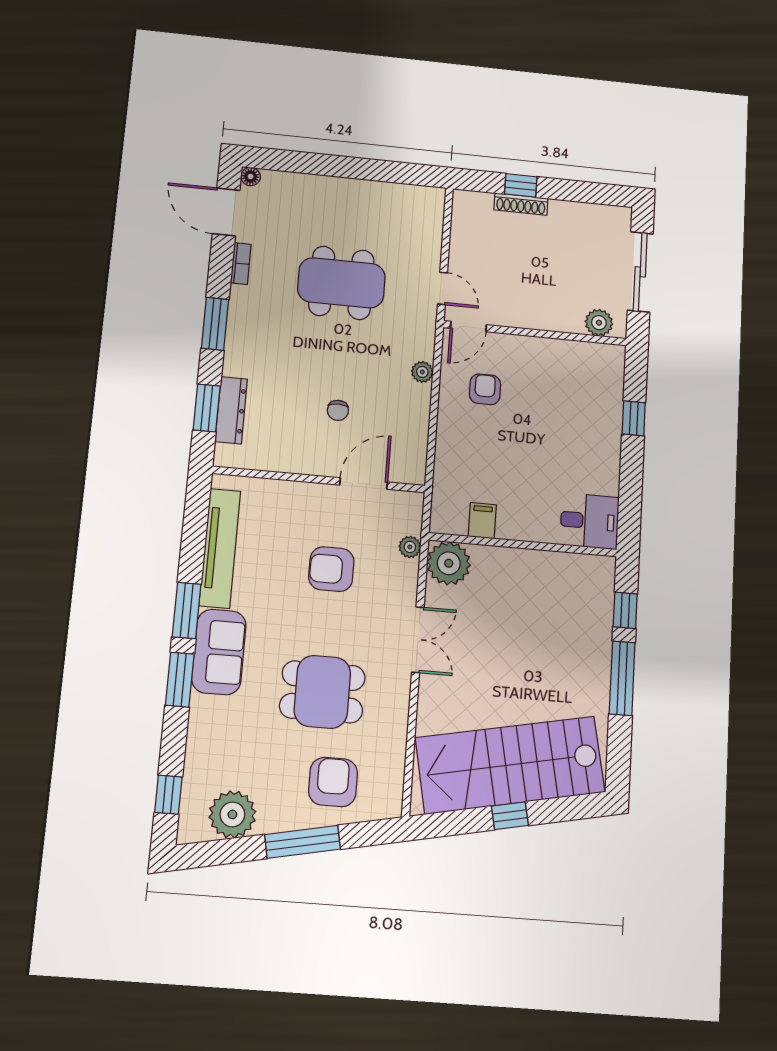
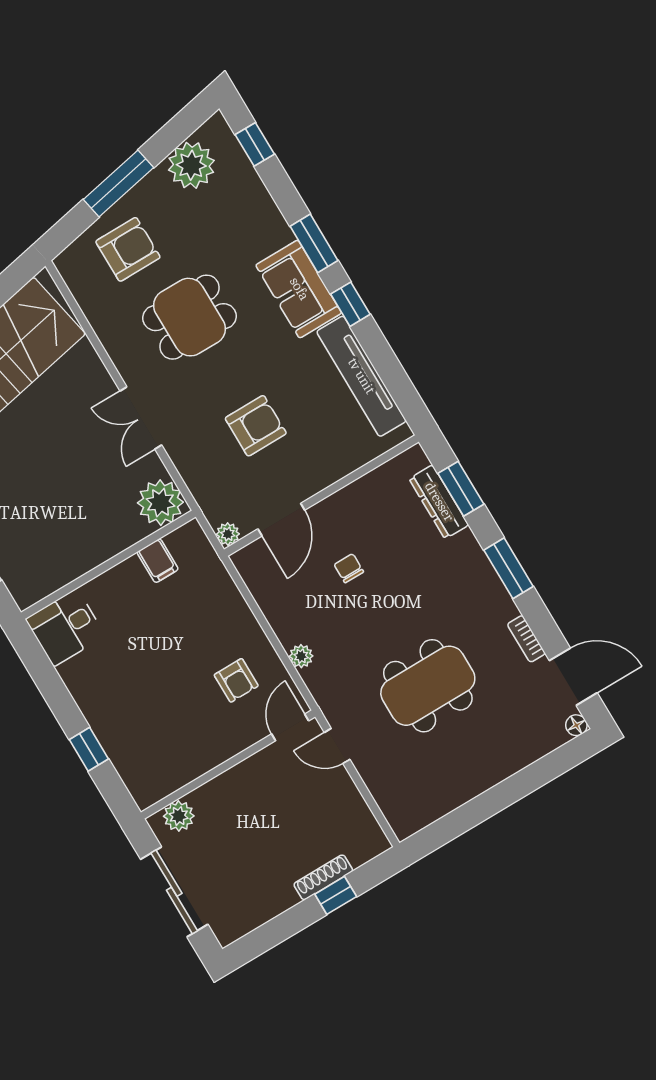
plant: (410, 547) -> (228, 534), moved
window: (187, 610) -> (350, 304), width x0.67
armchair: (333, 782) -> (128, 249), turned -90

